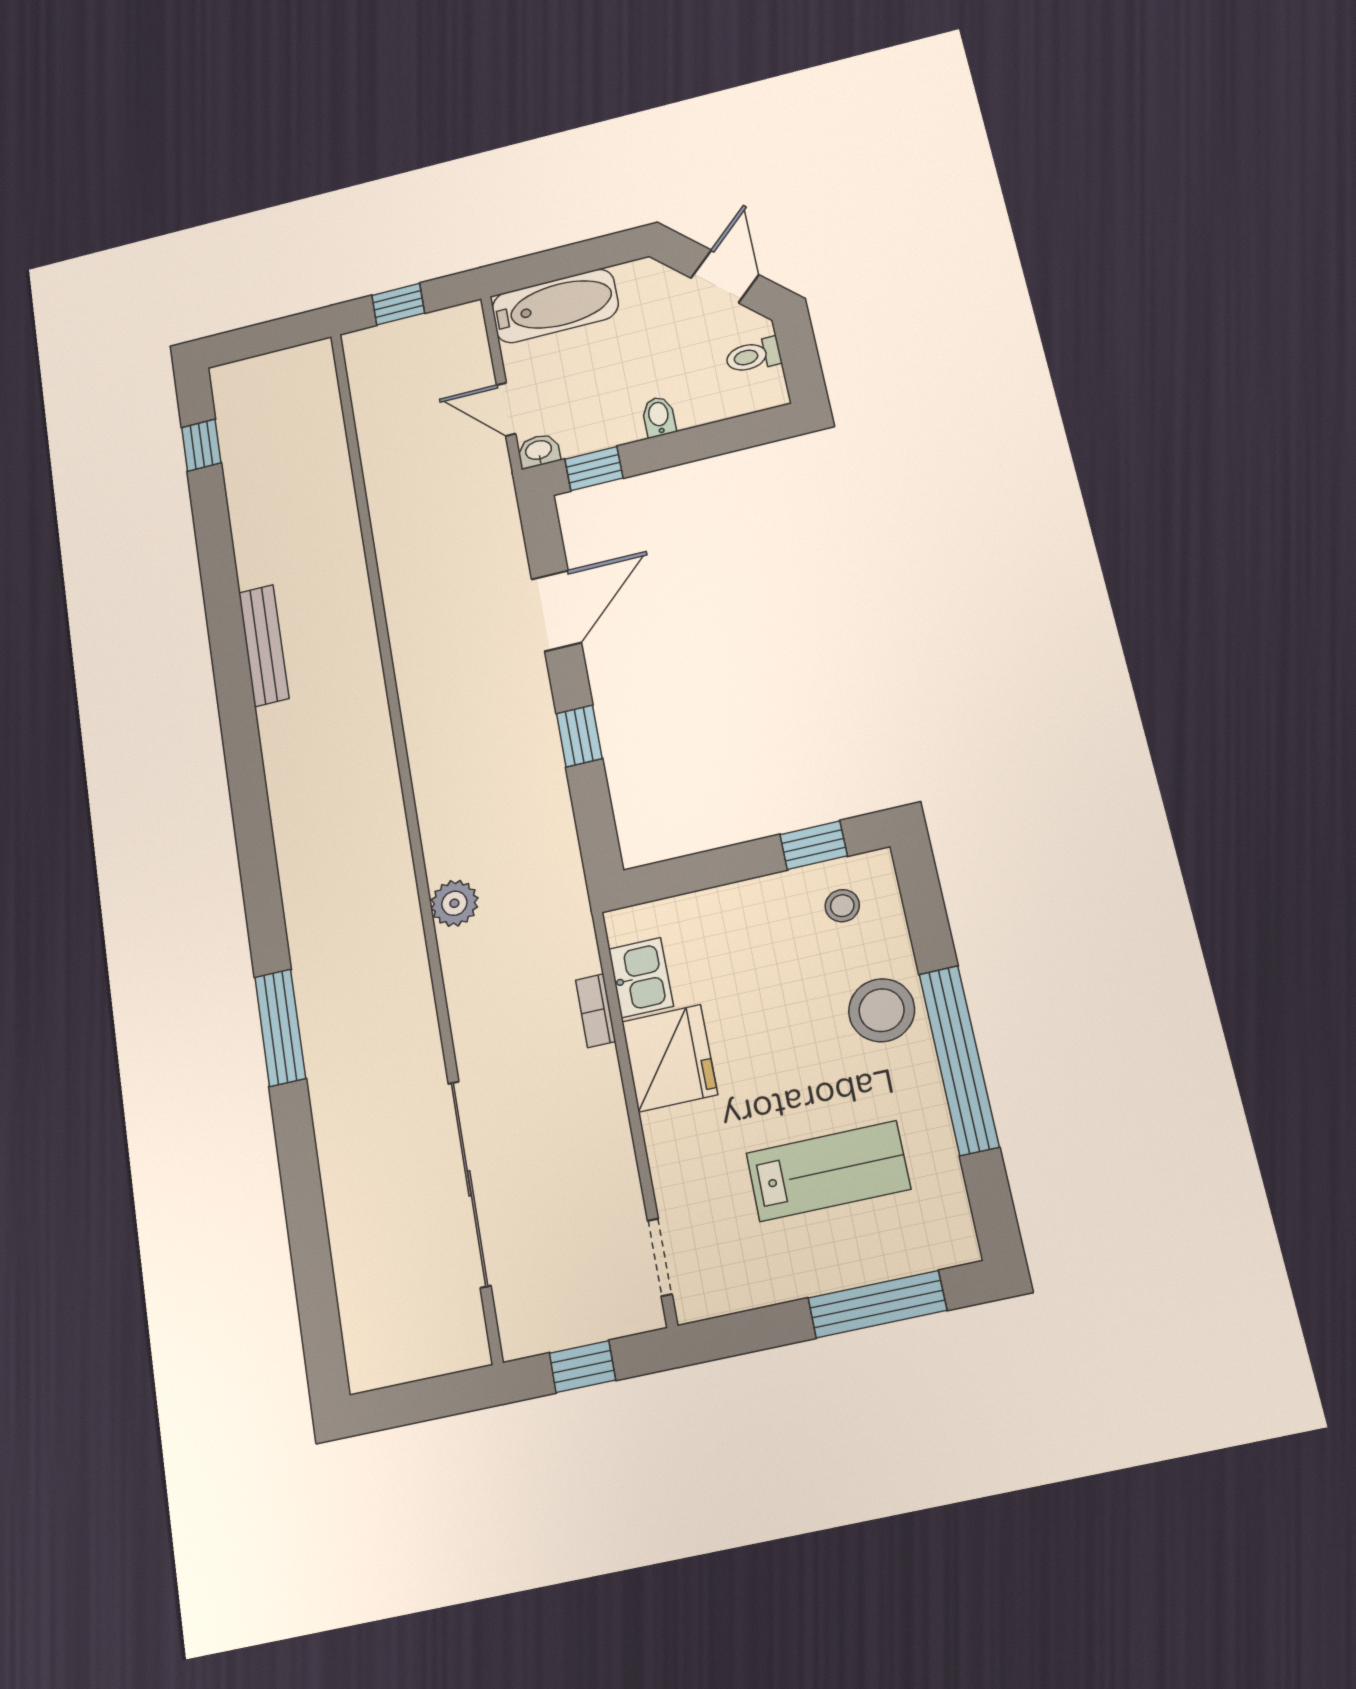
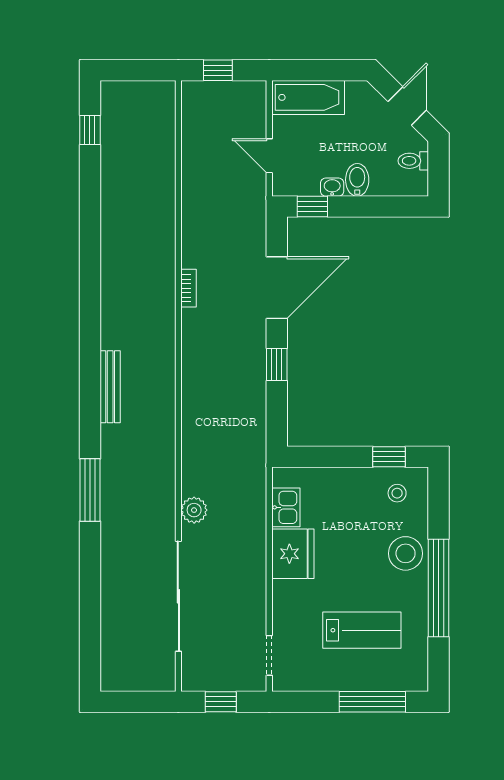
bidet: (659, 417) -> (357, 180), width x1.38, depth x1.36
washbasin: (539, 451) -> (332, 187), moved
door: (556, 611) -> (277, 288), width x1.36
bench: (264, 645) -> (110, 387), moved
plant: (454, 903) -> (194, 510), moved
bookcase: (596, 1011) -> (188, 288), moved, turned 180

